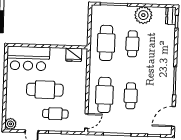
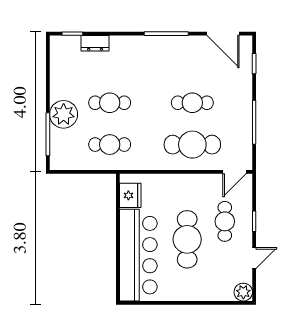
plant: (143, 15) -> (64, 114), moved
dresser: (171, 16) -> (95, 43), moved
cafe table: (106, 43) -> (110, 145), width x0.73, depth x0.74
bar counter: (28, 58) -> (138, 255), width x1.36
door: (86, 121) -> (235, 172), swing flipped

